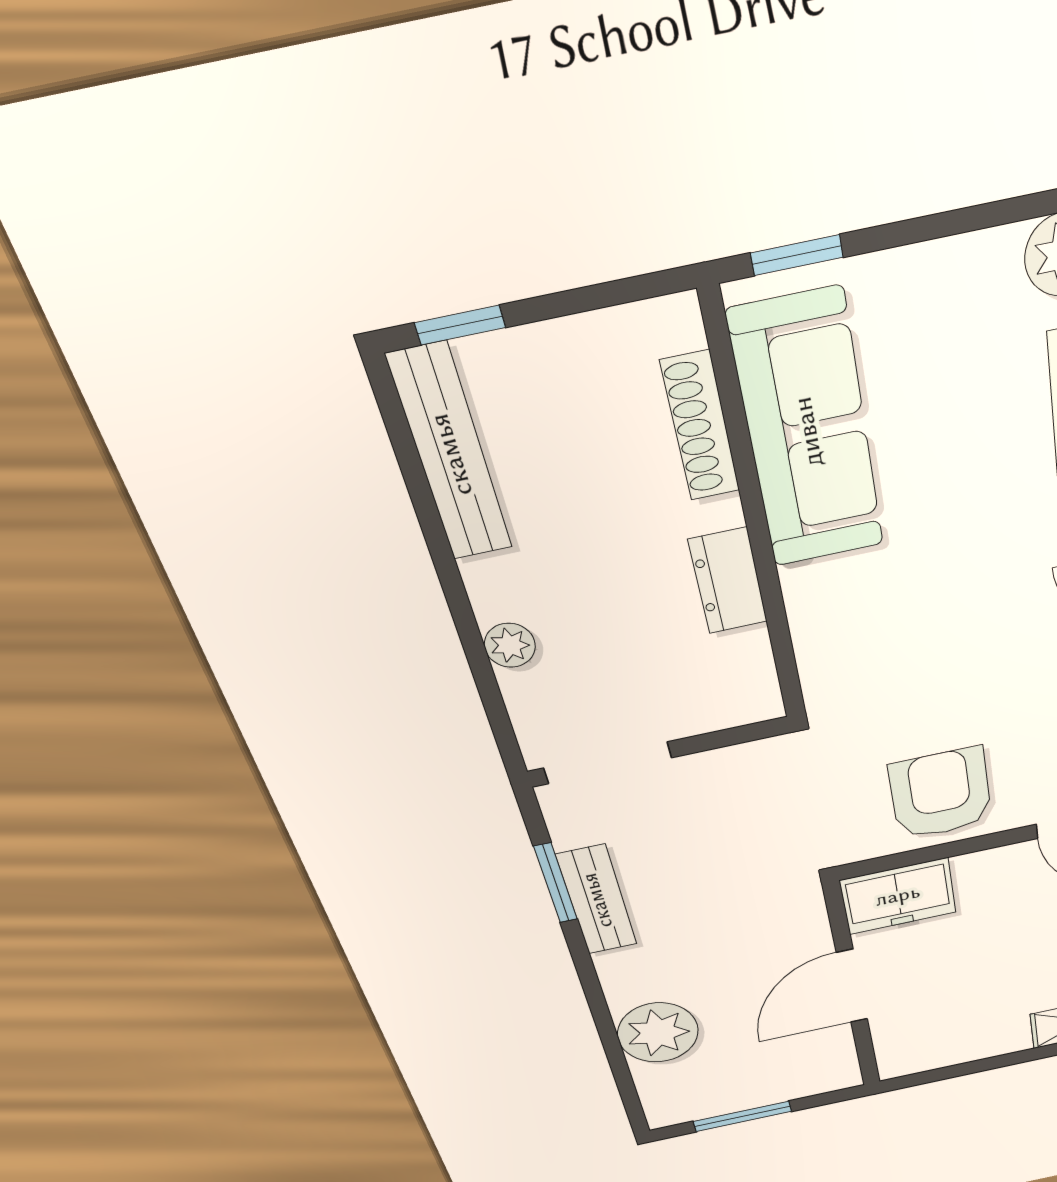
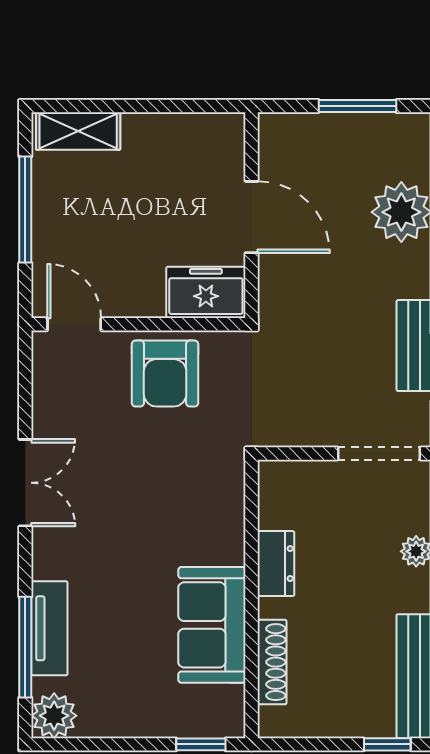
sofa: (808, 432) -> (212, 625), width x0.73
door: (852, 986) -> (252, 217), hinge flipped

